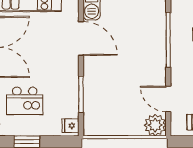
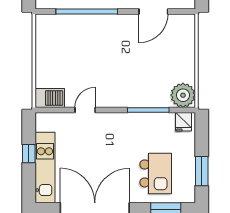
door: (81, 38) -> (85, 110), width x0.53
plant: (155, 125) -> (183, 95), moved

